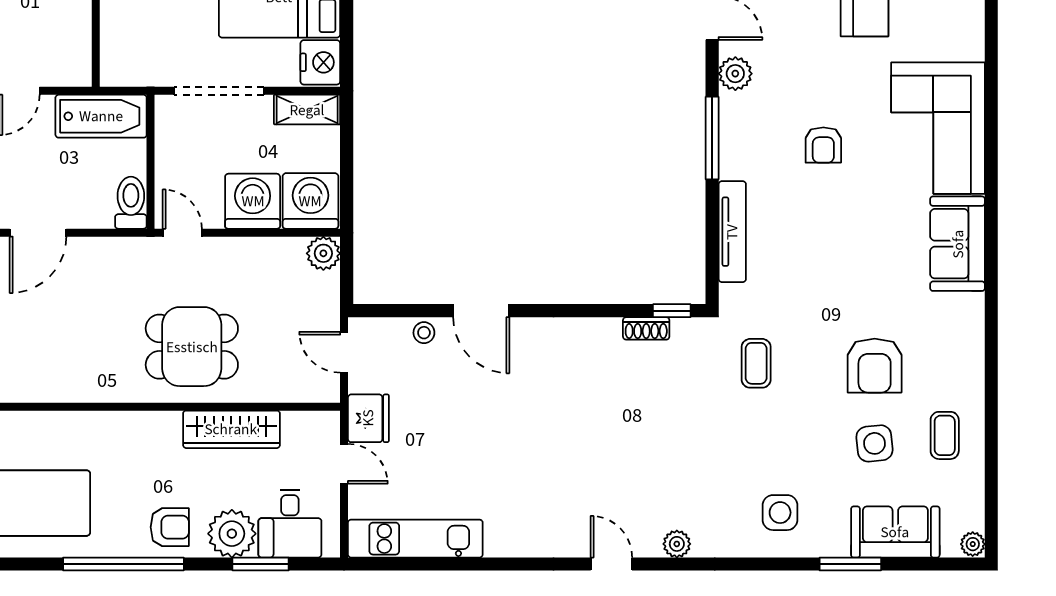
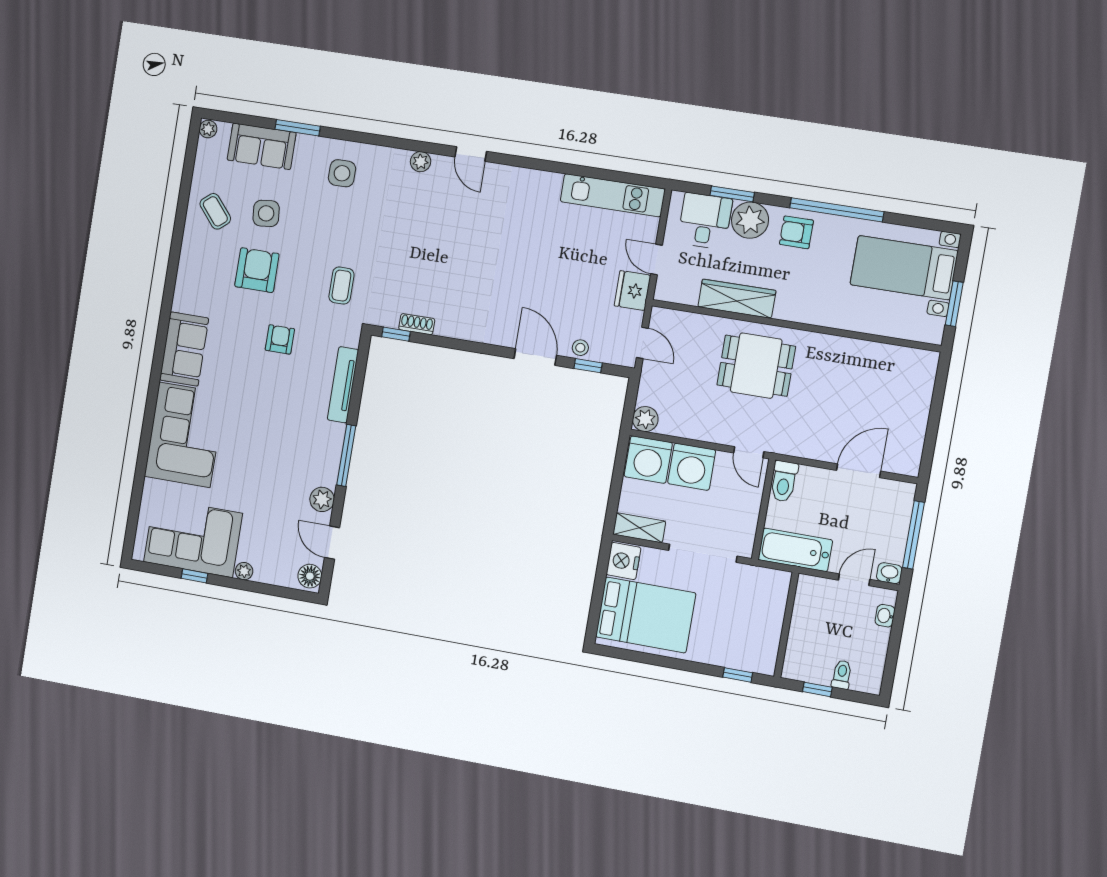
armchair: (823, 145) -> (280, 339), moved
window: (410, 311) -> (588, 366), added
coffee table: (945, 435) -> (215, 211), turned -40

